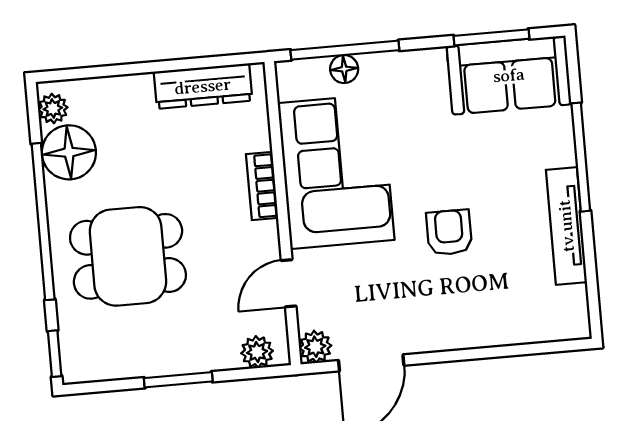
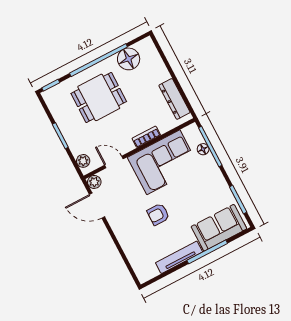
sofa: (509, 75) -> (219, 228), moved, turned 90
plant: (53, 108) -> (142, 46), removed
armchair: (449, 232) -> (158, 214), turned 180
dining table: (128, 256) -> (99, 97), turned 90

